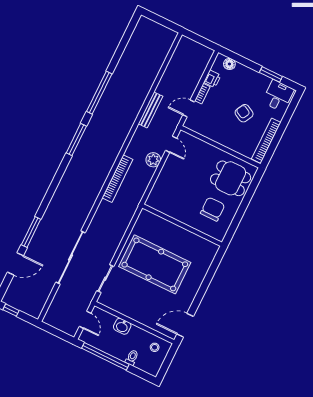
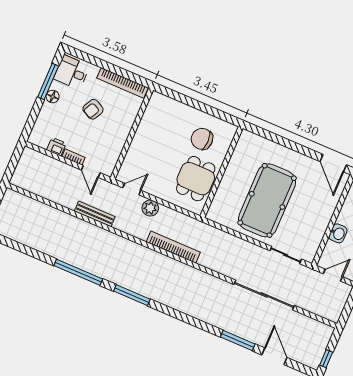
floor lamp: (229, 64) -> (53, 97), moved
window: (271, 74) -> (48, 81), width x1.44
dining table: (231, 178) -> (196, 179), moved

